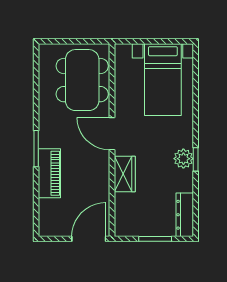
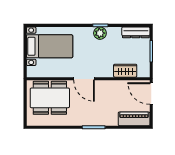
door: (112, 134) -> (84, 79), hinge flipped
piano: (49, 173) -> (134, 119), moved
wardrobe: (125, 174) -> (125, 71), moved

